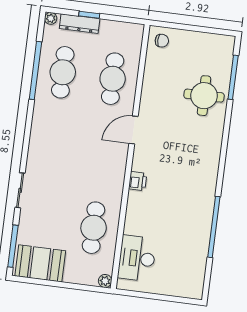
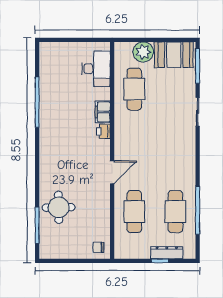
plant: (51, 18) -> (191, 254), removed
filing cabinet: (136, 205) -> (103, 112), added
plant: (105, 281) -> (143, 52), moved, width x1.87, depth x1.87

